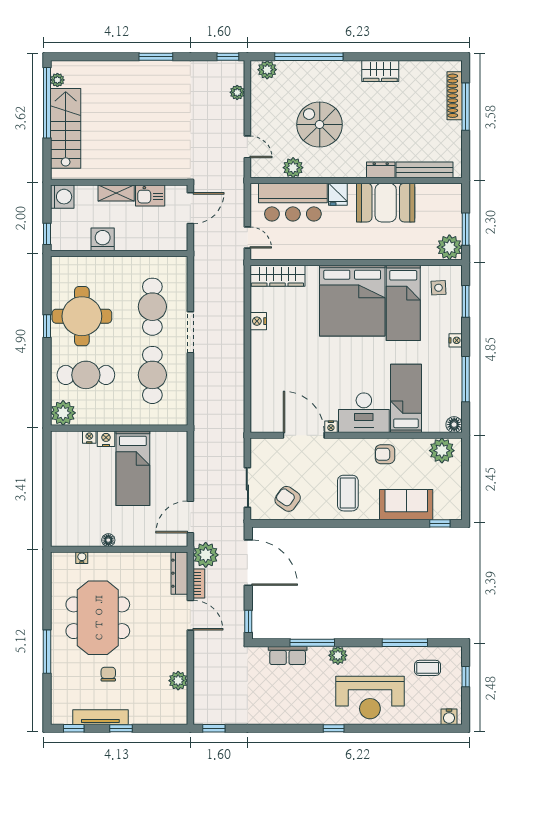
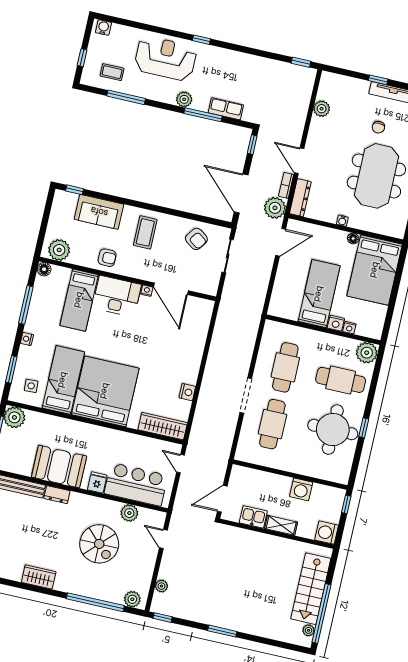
bed: (75, 510) -> (375, 270), added
water cooler: (82, 558) -> (342, 221), moved

